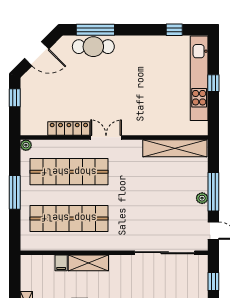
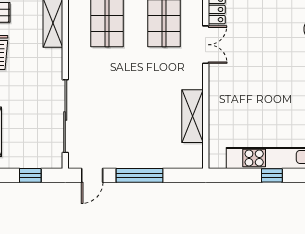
shelving: (175, 148) -> (193, 116), width x0.68
plant: (202, 198) -> (132, 162), removed

